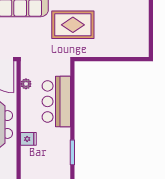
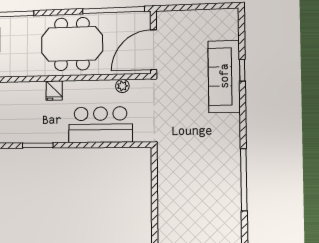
rug: (73, 25) -> (199, 145), removed

